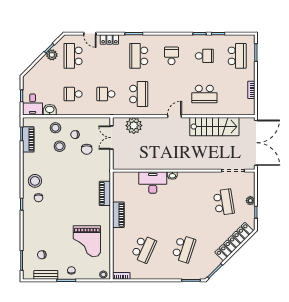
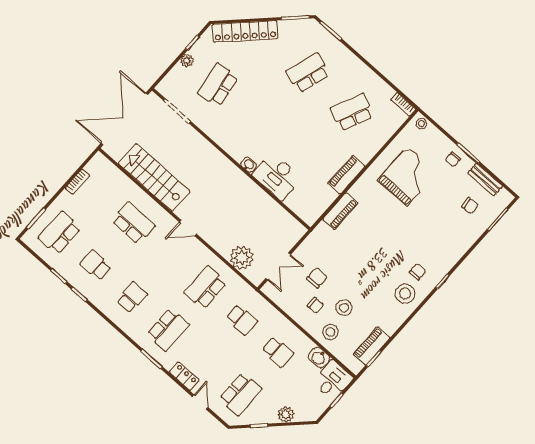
plant: (52, 55) -> (286, 415), moved
school desk: (171, 56) -> (132, 297), turned 180

